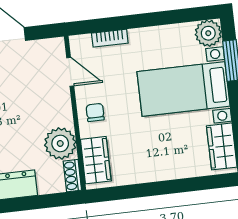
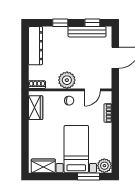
plant: (60, 143) -> (67, 80), moved
wardrobe: (96, 160) -> (36, 108), moved, turned -90

